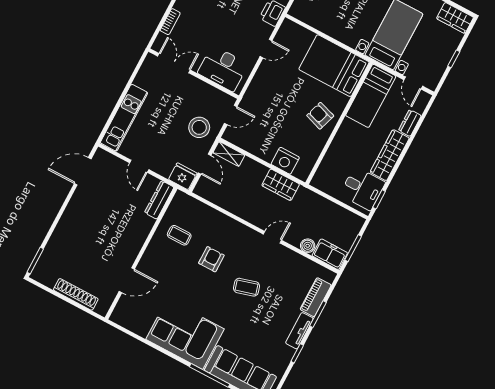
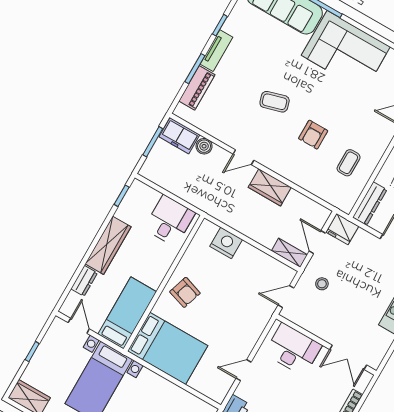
stool: (199, 127) -> (322, 284), width x0.53, depth x0.53
wardrobe: (281, 185) -> (270, 187), moved, turned 180
desk: (362, 189) -> (170, 221), moved, turned 90
coffee table: (179, 235) -> (349, 163), turned 90

